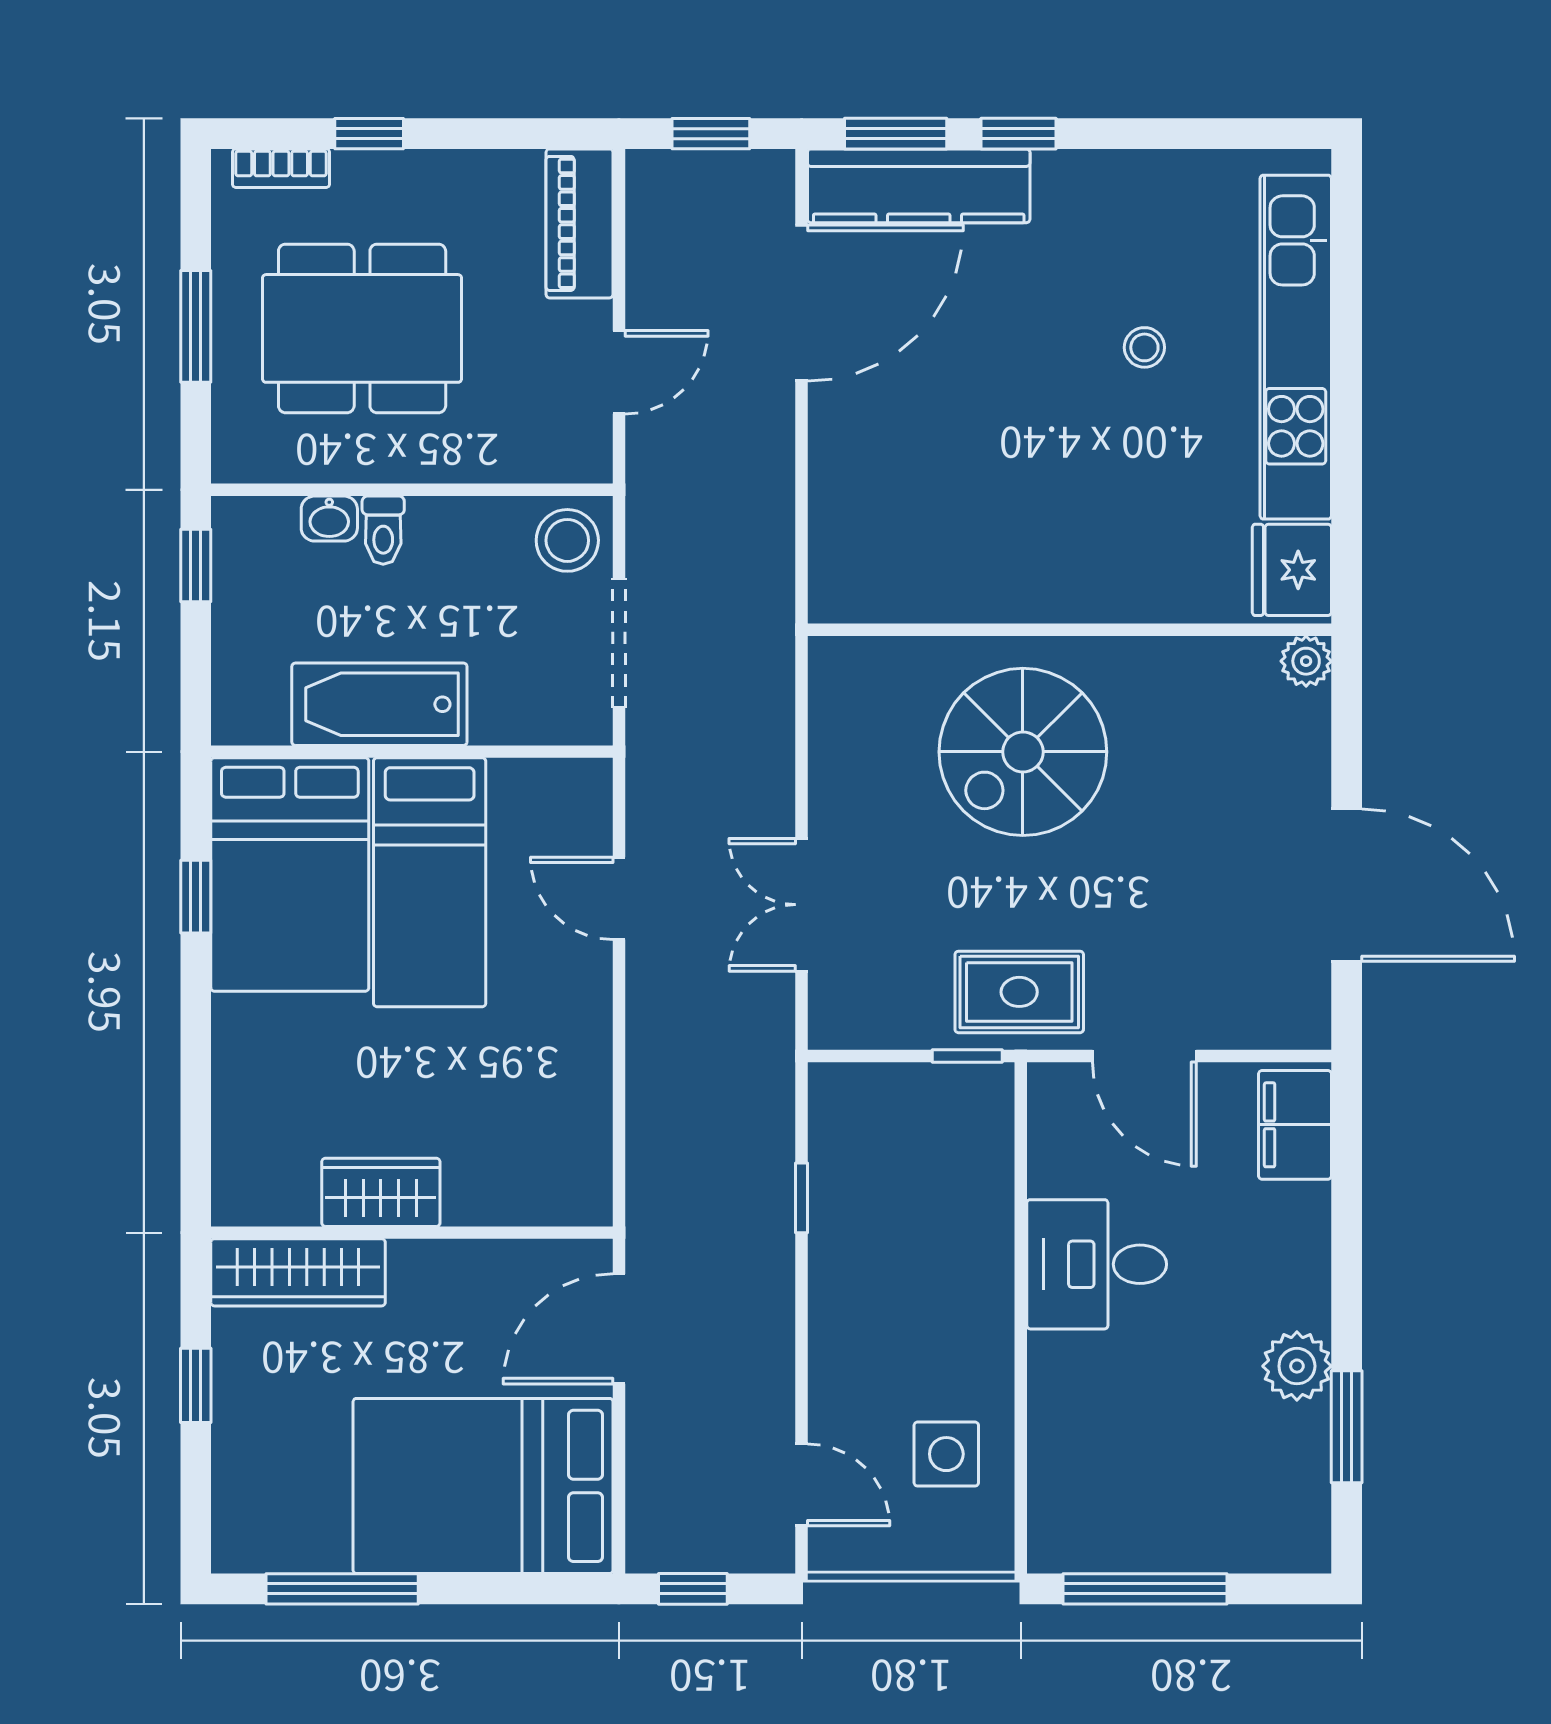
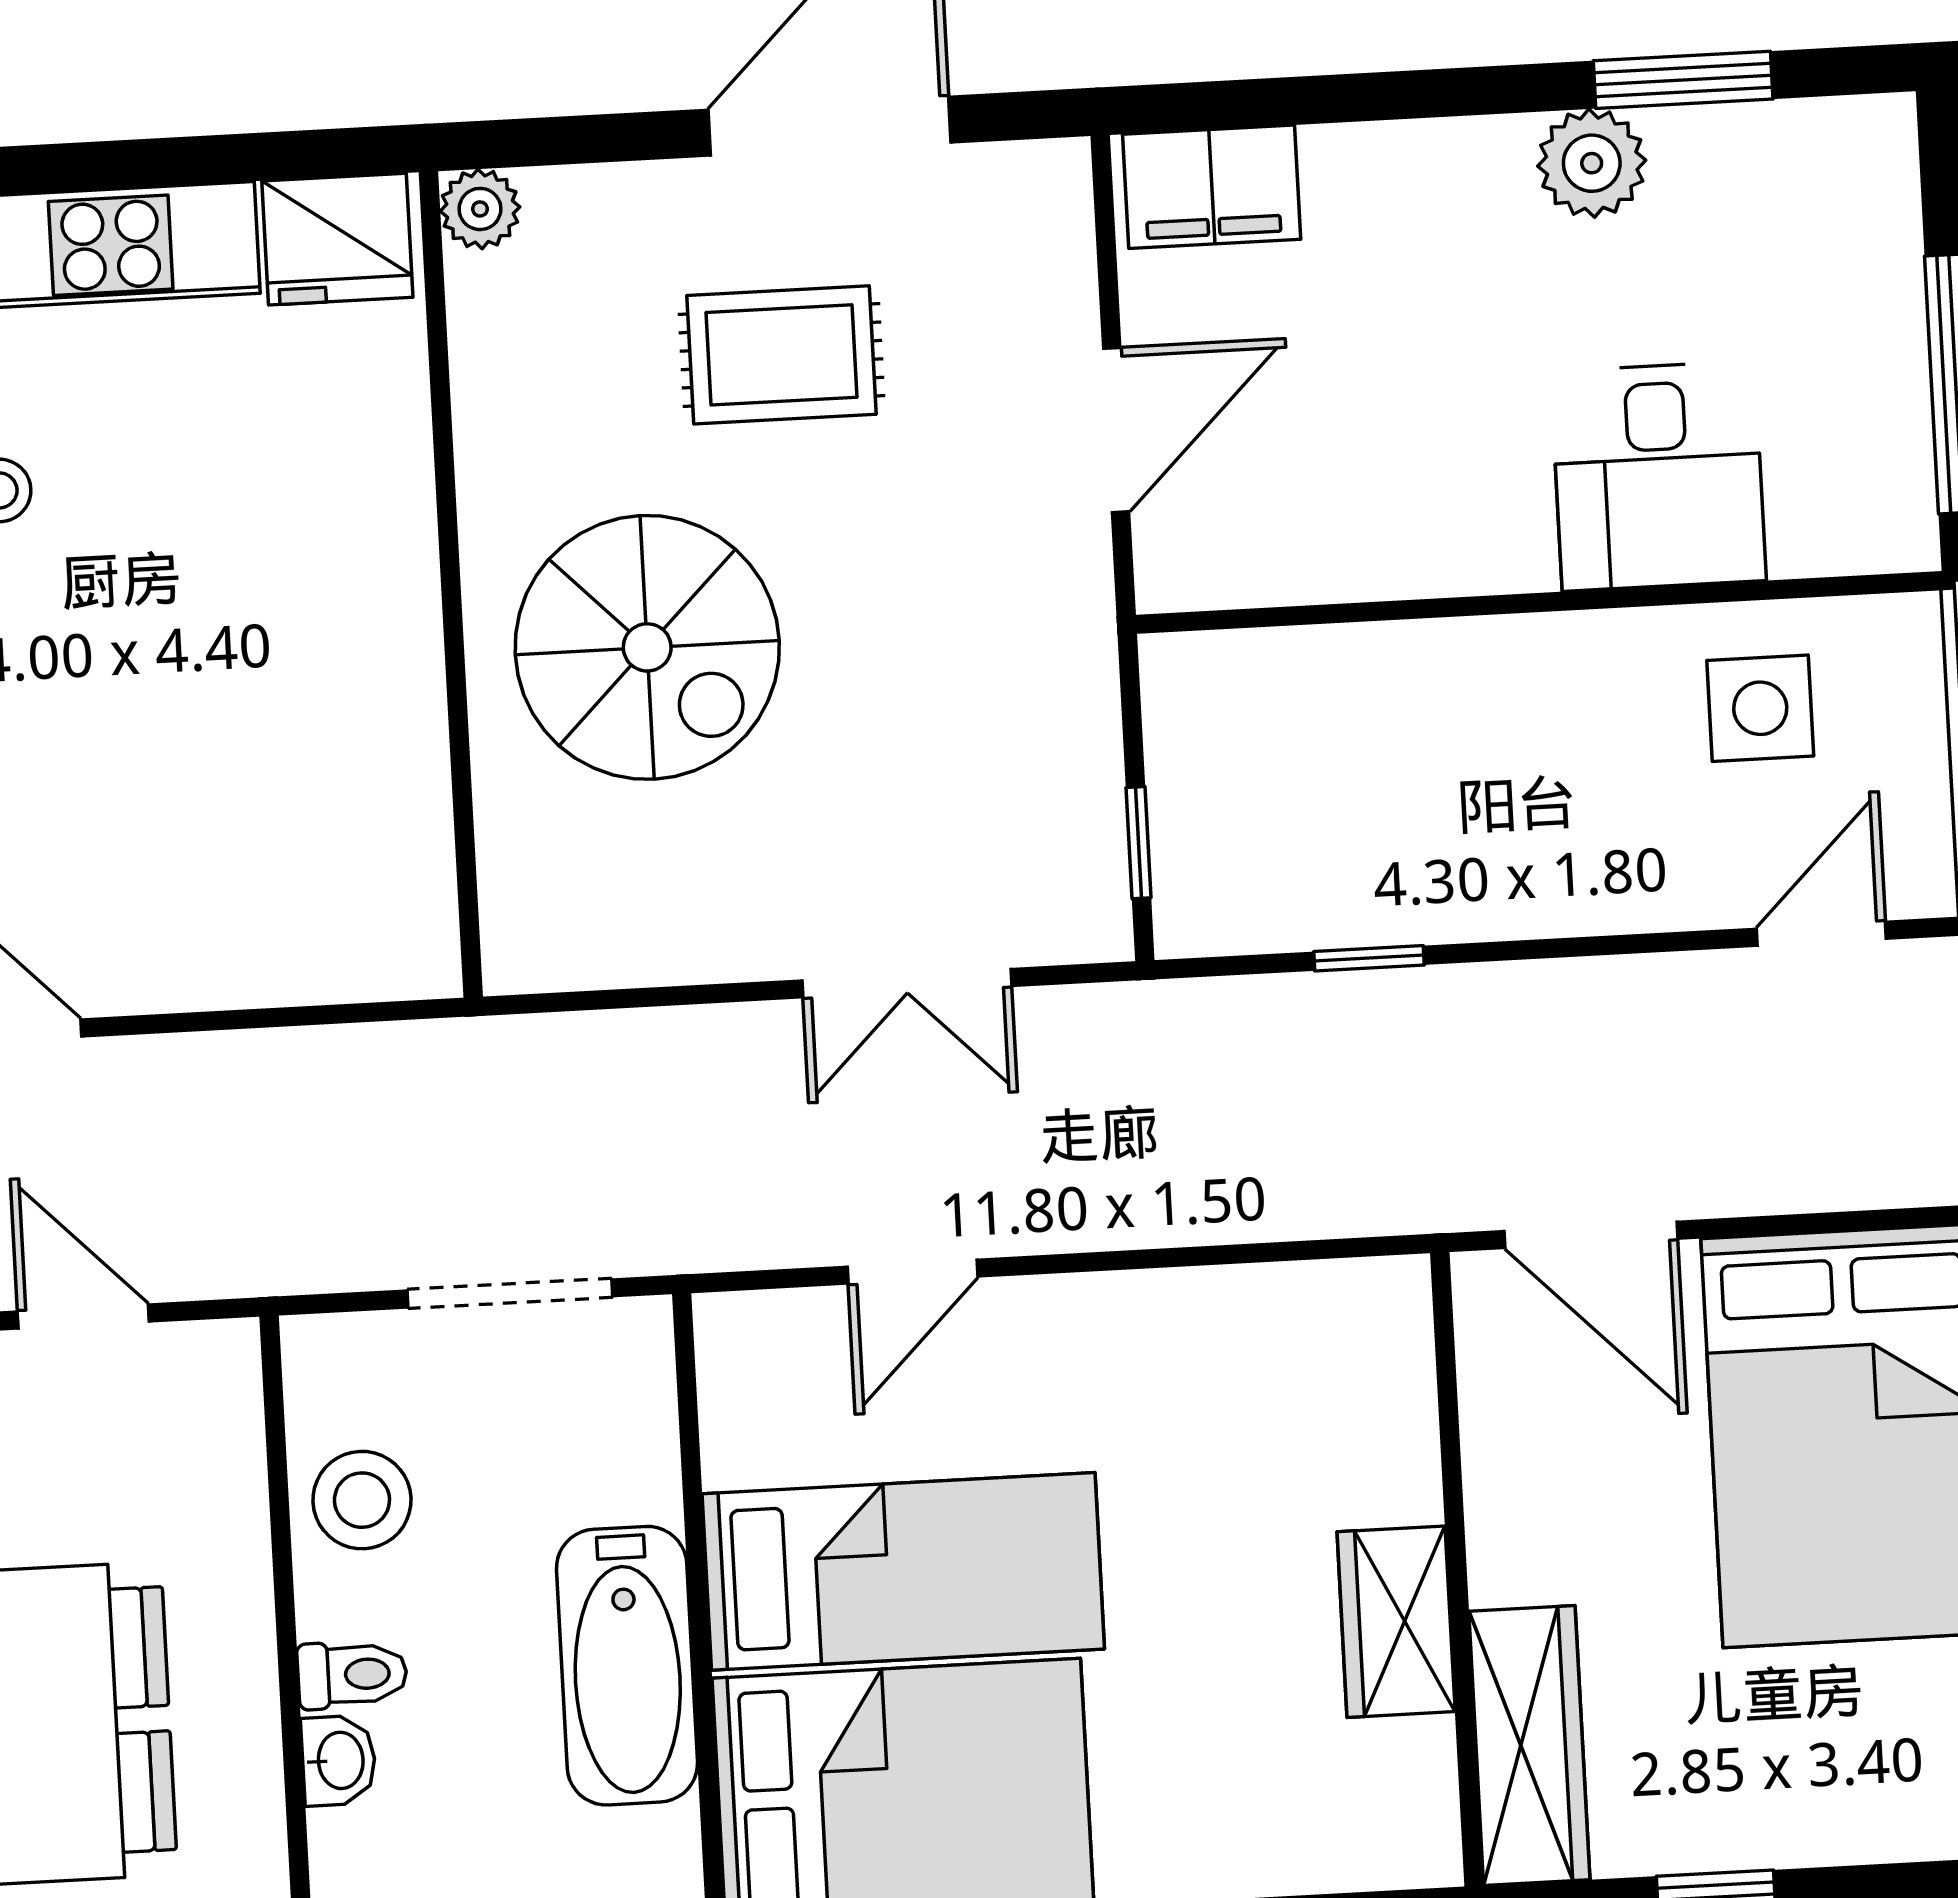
stool: (567, 540) -> (362, 1500), moved
rug: (1019, 992) -> (782, 355), moved, turned 90
window: (967, 1056) -> (1138, 843), moved
desk: (1097, 1264) -> (1658, 476), moved

